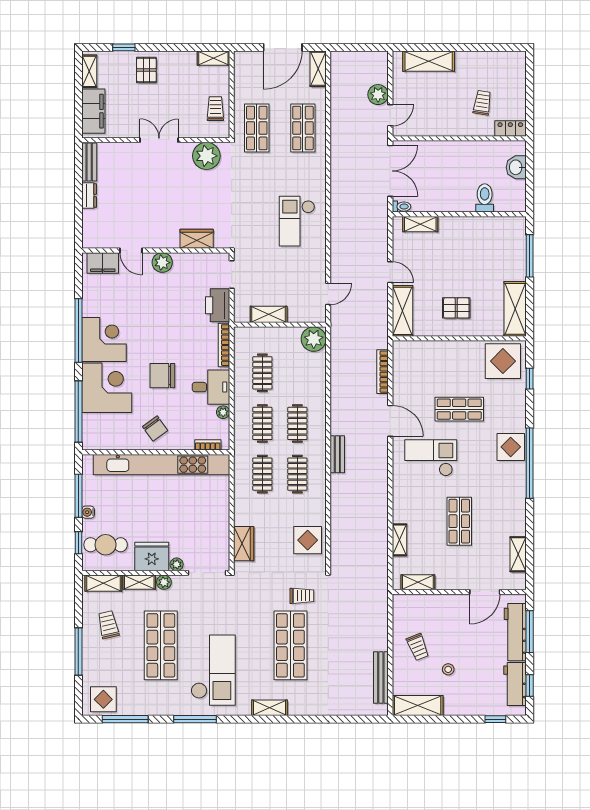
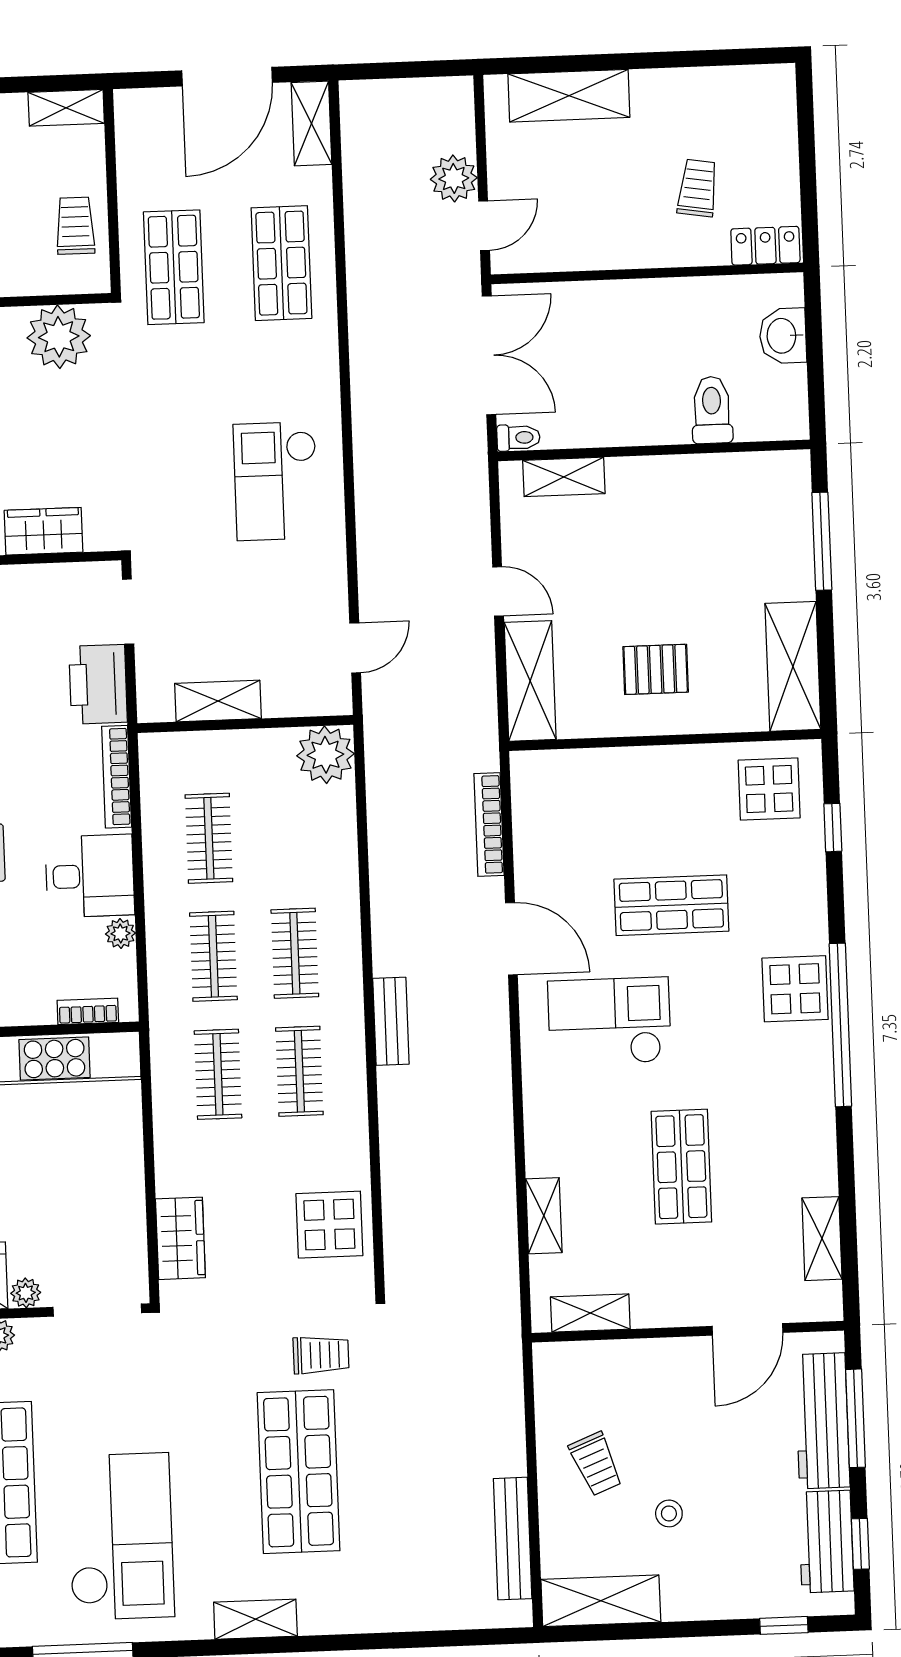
display table: (503, 361) -> (769, 789), width x0.73, depth x0.73

